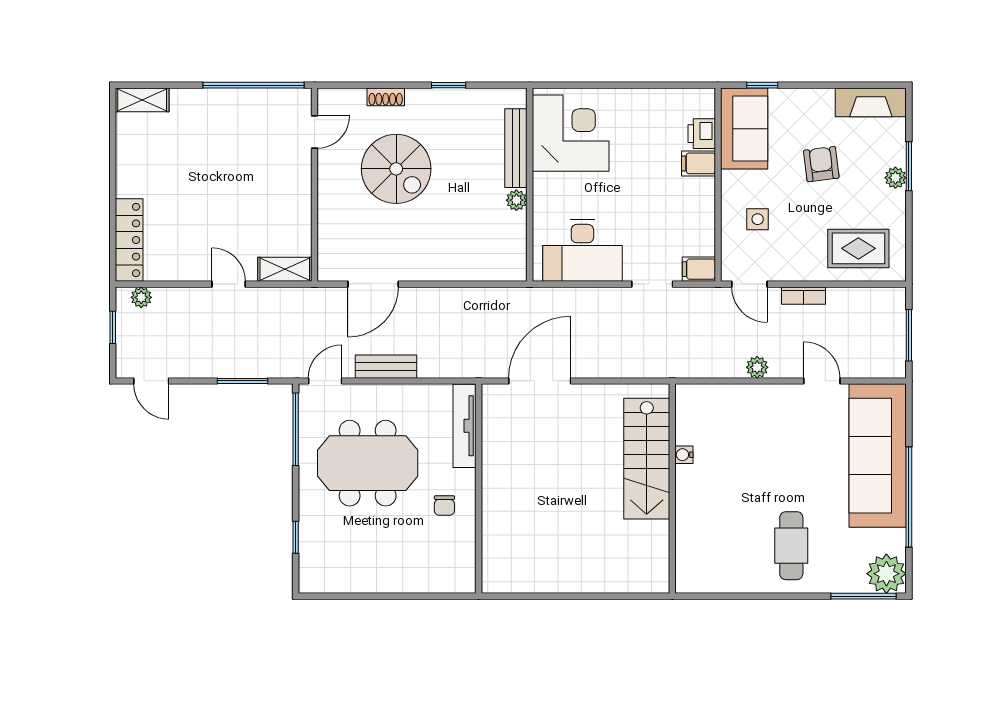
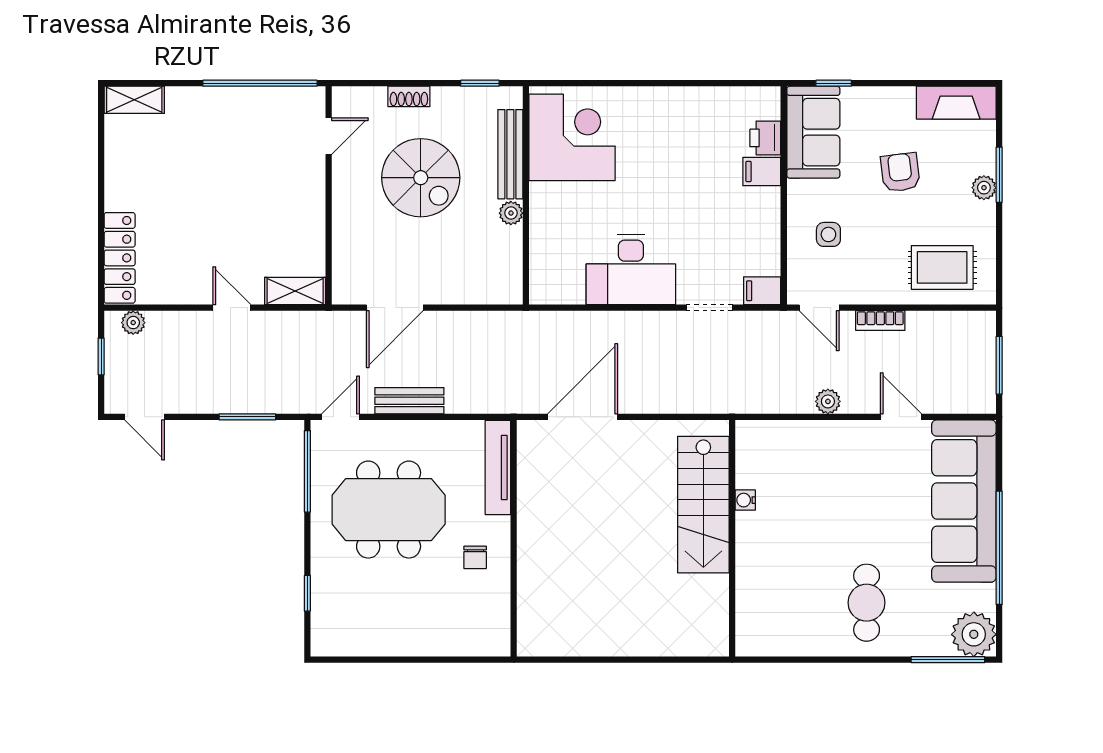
corner desk: (571, 133) -> (572, 137), moved
bench: (516, 148) -> (510, 154), moved
wall: (530, 185) -> (526, 195), moved
plant: (516, 200) -> (511, 213), moved

